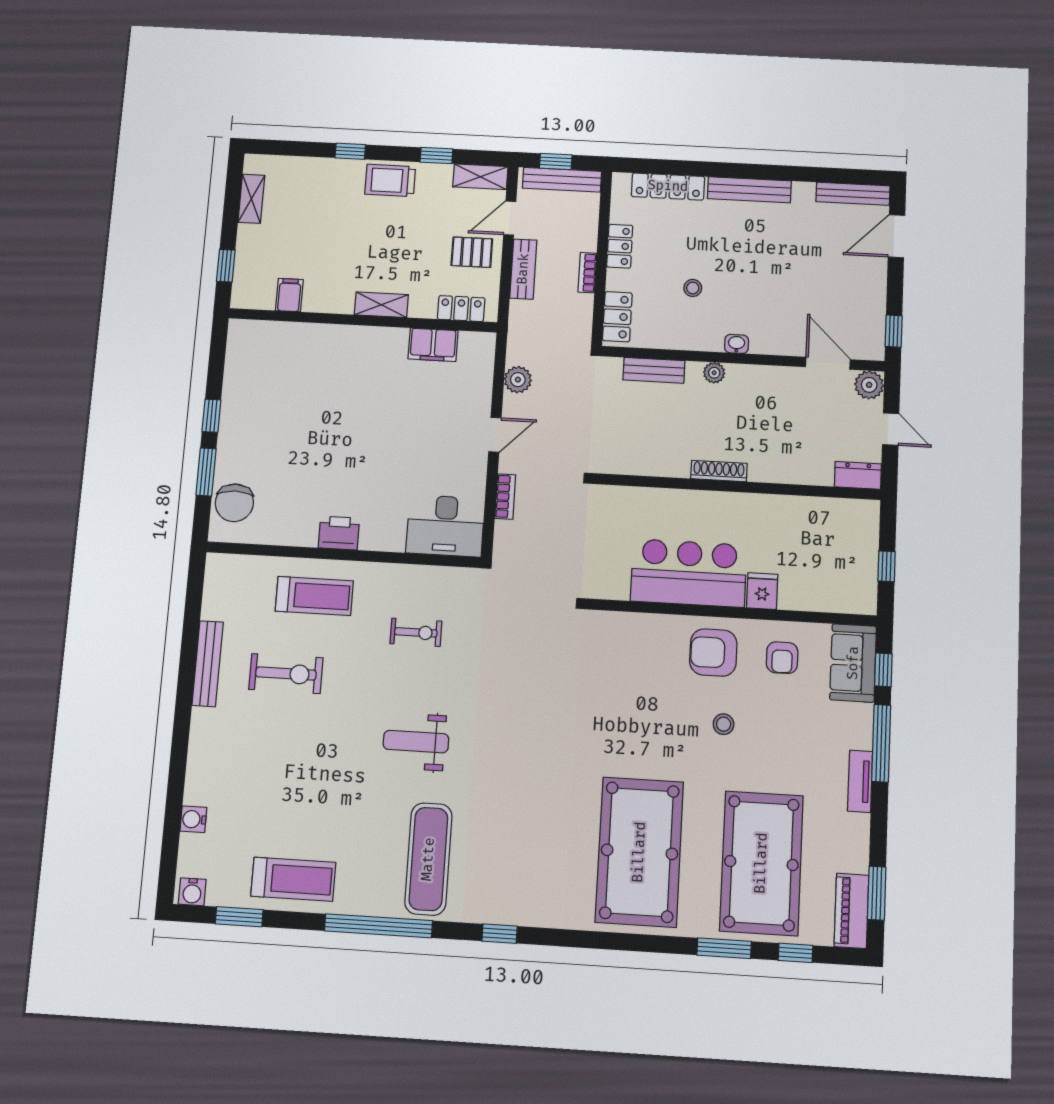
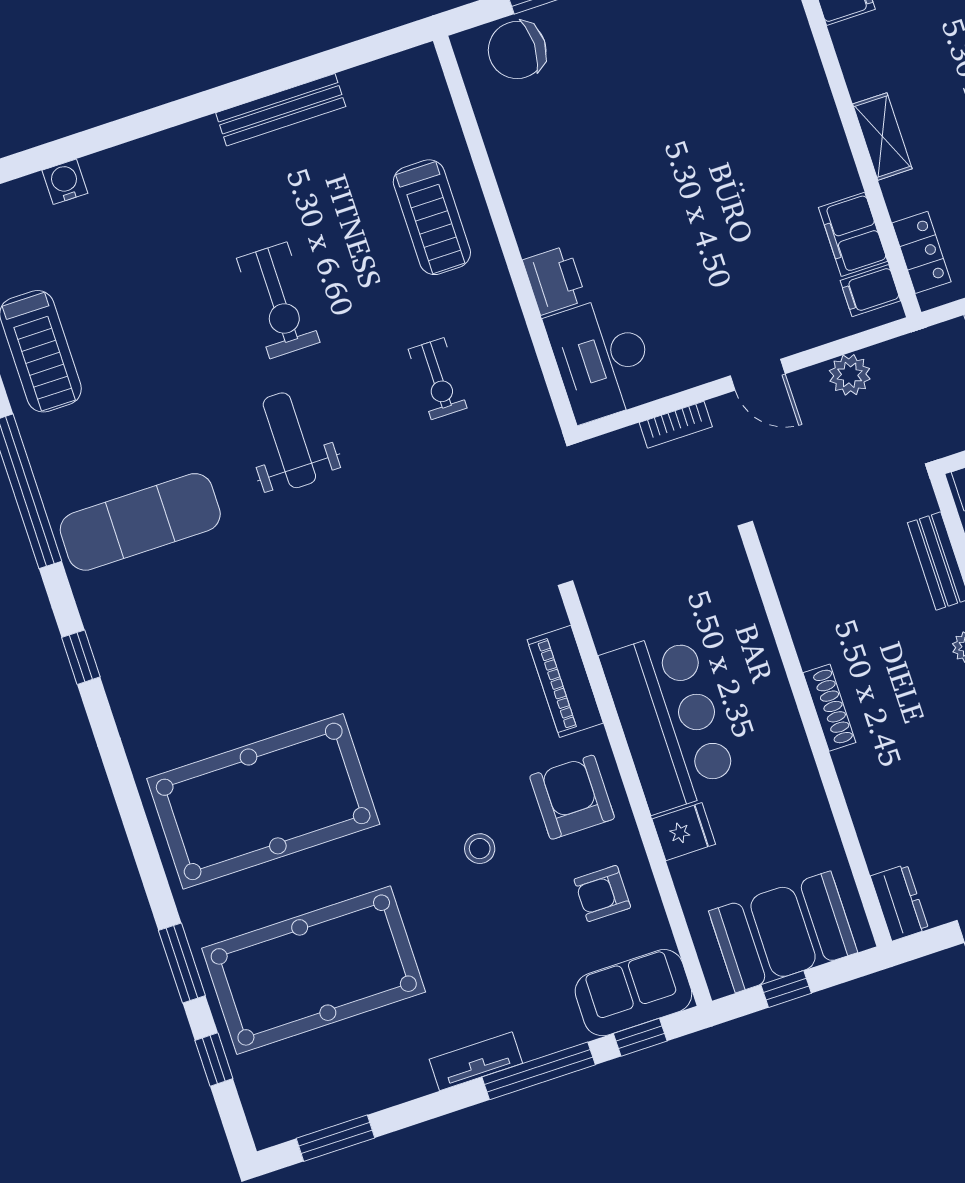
filing cabinet: (472, 348) -> (870, 291), added
printer: (339, 533) -> (554, 280), moved
booth: (849, 554) -> (783, 932), added
exercise bike: (286, 674) -> (278, 300), moved
piano: (851, 911) -> (565, 681), moved, turned -90

